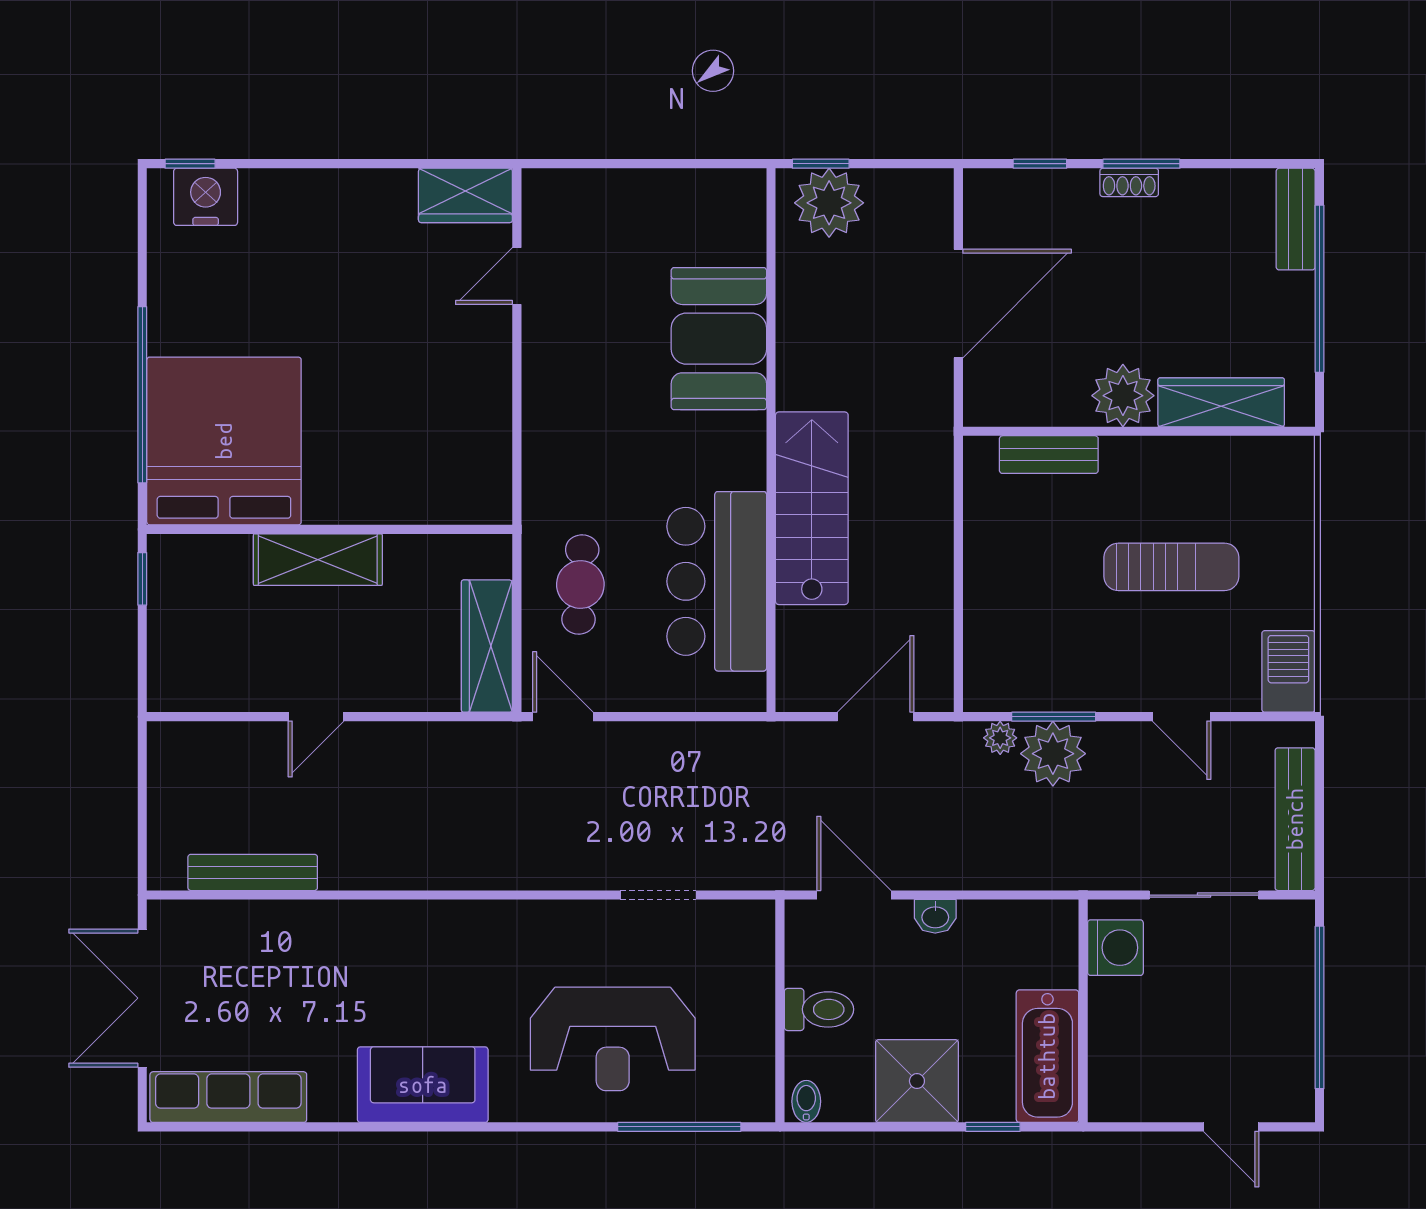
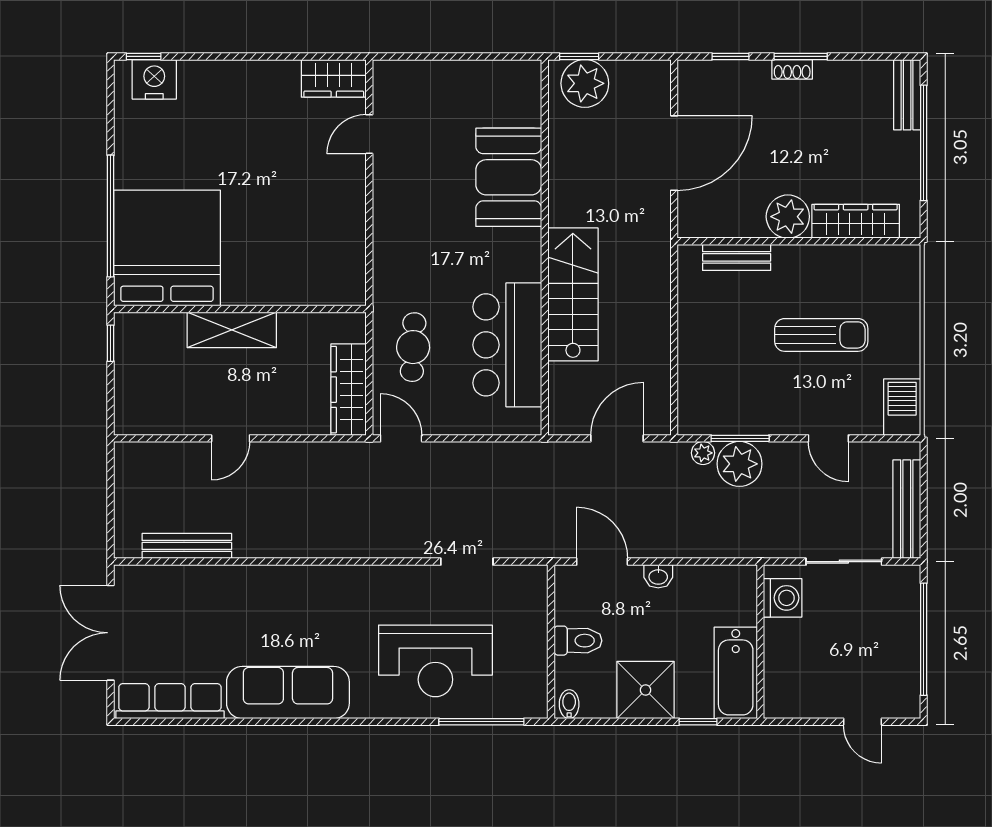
sofa: (423, 1085) -> (288, 693), width x1.36

